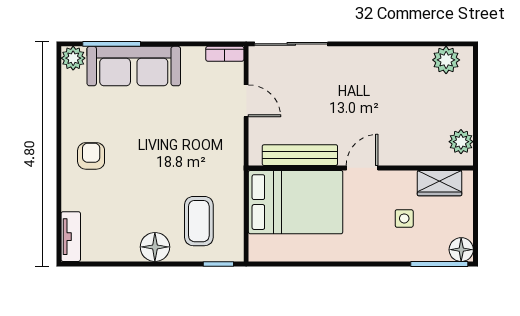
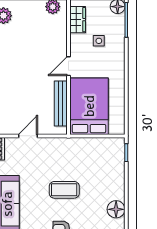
door: (362, 168) -> (68, 66), hinge flipped
coffee table: (199, 221) -> (64, 190), moved
floor lamp: (155, 247) -> (116, 209), moved

